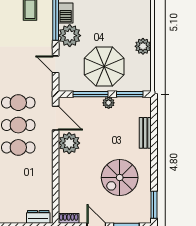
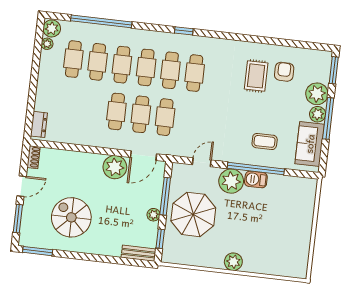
plant: (143, 46) -> (233, 262), moved
window: (130, 94) -> (160, 239), width x0.67
bench: (145, 133) -> (139, 253), moved

